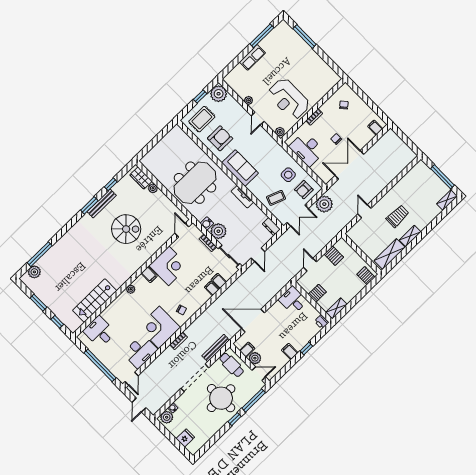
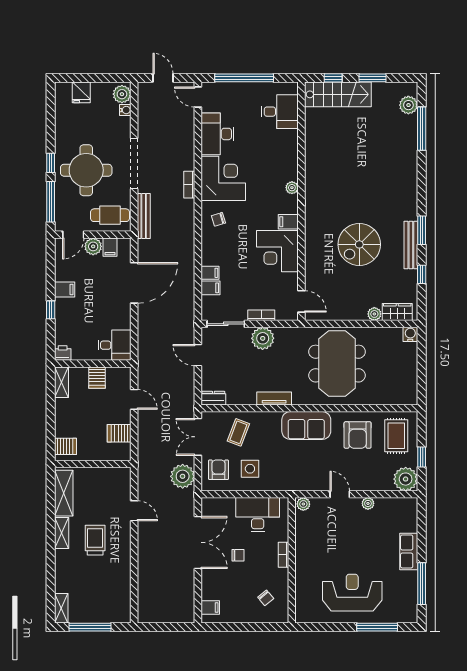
reception desk: (289, 99) -> (352, 593), moved
trolley: (397, 216) -> (95, 540), turned 180
water cooler: (207, 223) -> (410, 334), moved
stairs: (95, 301) -> (338, 94), moved, turned 90

